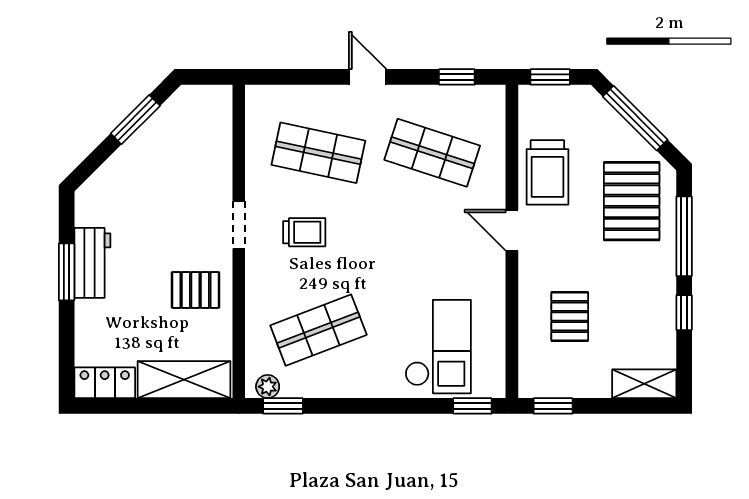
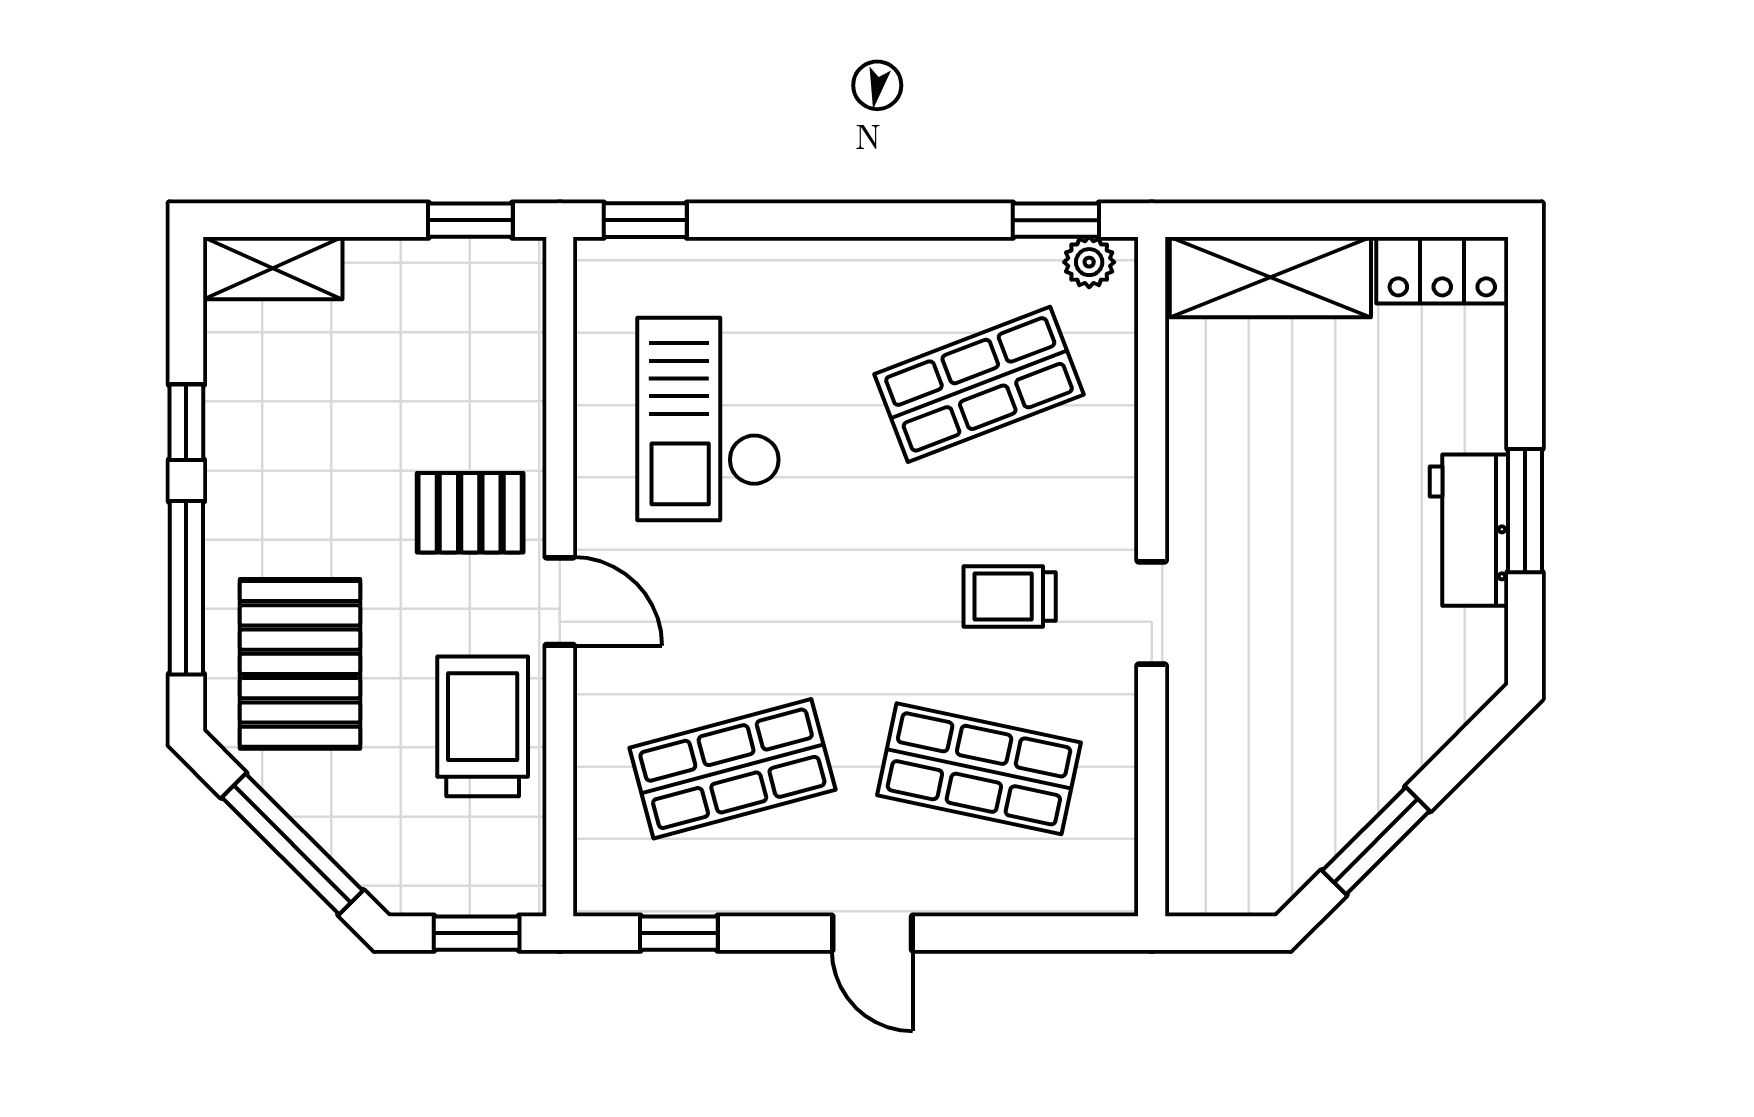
shop shelf: (432, 153) -> (732, 769), turned -33
pallet: (195, 290) -> (1246, 471), removed
pallet: (570, 317) -> (470, 513), moved, turned 90
checkout: (438, 347) -> (709, 419), moved

